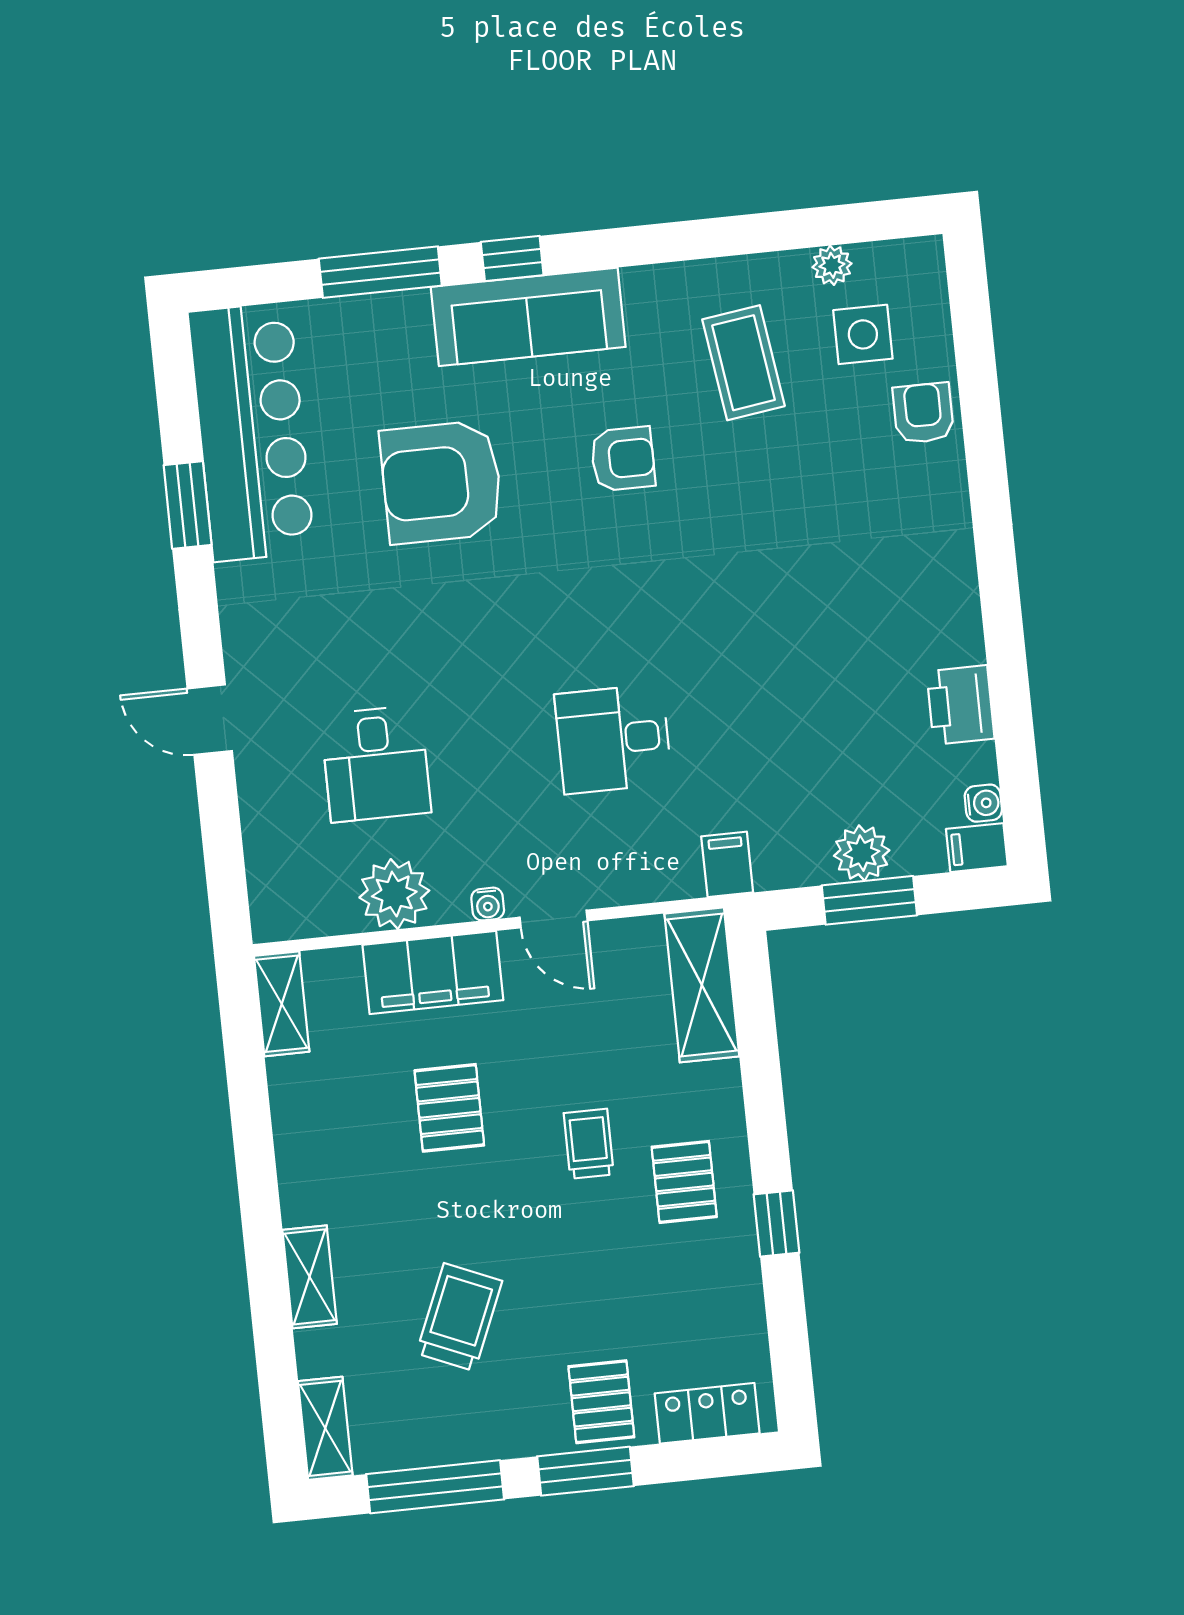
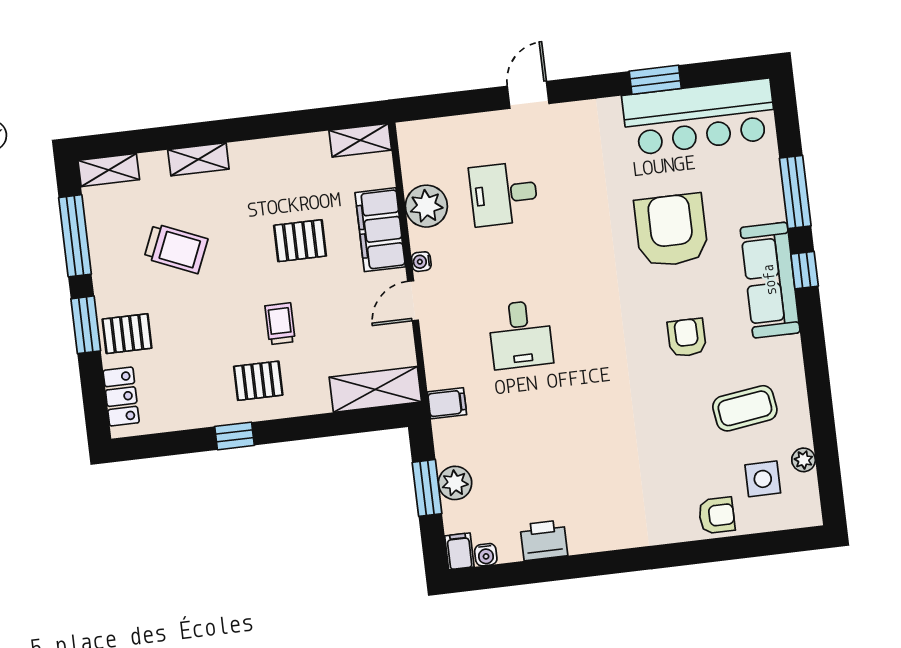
armchair: (623, 459) -> (687, 338), turned 180
desk: (613, 739) -> (520, 334), turned 180
trolley: (589, 1144) -> (280, 324), turned -90

